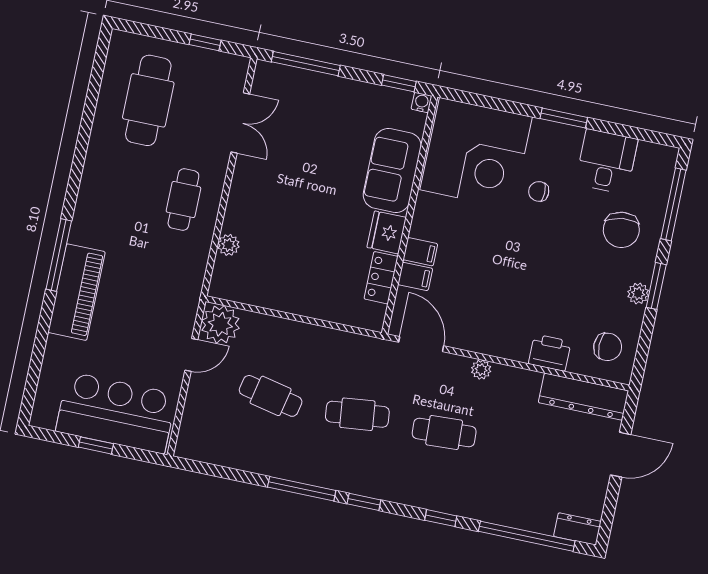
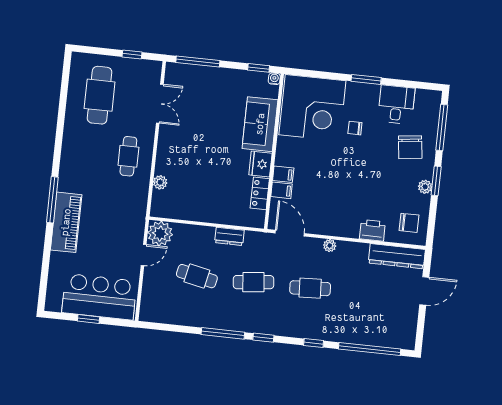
dresser: (577, 529) -> (229, 236), moved, turned 180

